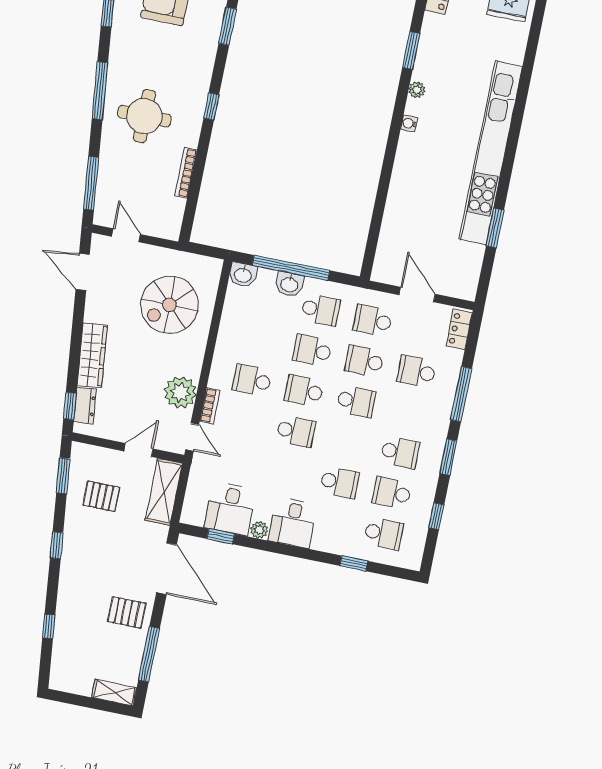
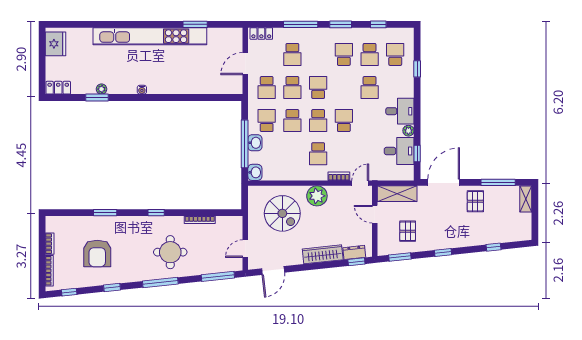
plant: (417, 90) -> (102, 89), moved
plant: (180, 392) -> (317, 196), moved
school desk: (340, 482) -> (370, 88), turned 180

